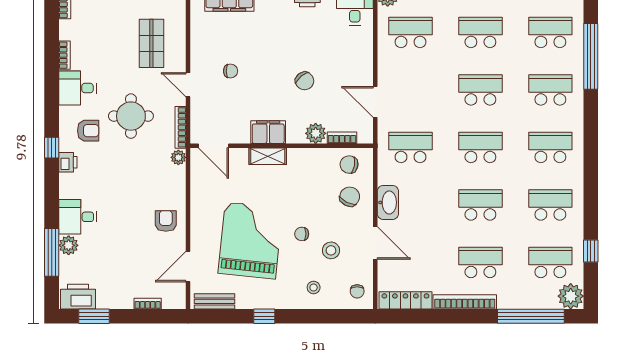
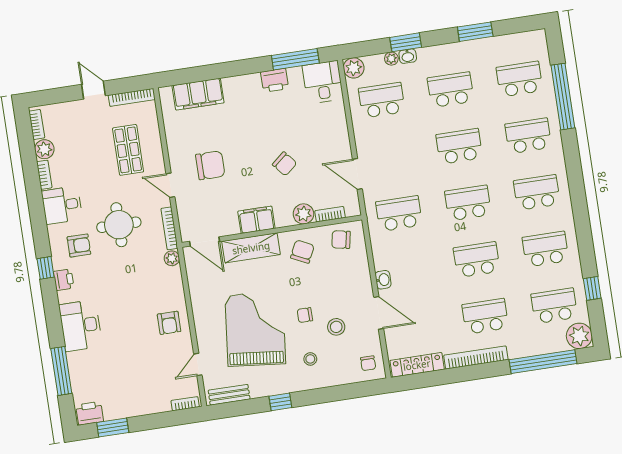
chair: (231, 71) -> (210, 165), width x1.87, depth x1.87
shelving: (268, 156) -> (251, 248), width x1.50, depth x1.33
chair: (350, 197) -> (302, 252), moved
washbasin: (388, 202) -> (383, 280), width x0.52, depth x0.69
desk: (78, 217) -> (81, 326), width x1.37
armchair: (166, 221) -> (169, 323), turned 180
plant: (69, 245) -> (44, 149), moved
door: (188, 267) -> (198, 364), width x0.73
stool: (314, 287) -> (310, 359), moved
printer: (78, 297) -> (90, 413), width x0.73, depth x0.84
bookcase: (148, 304) -> (185, 404), moved

